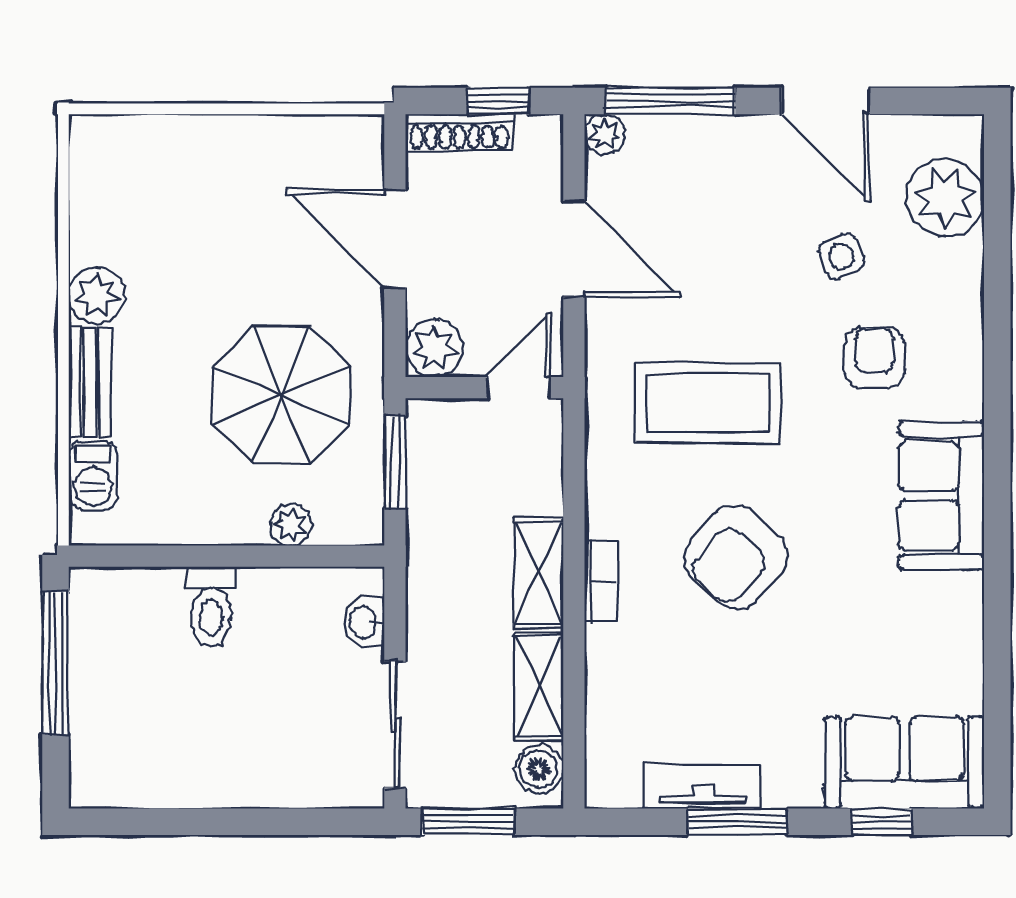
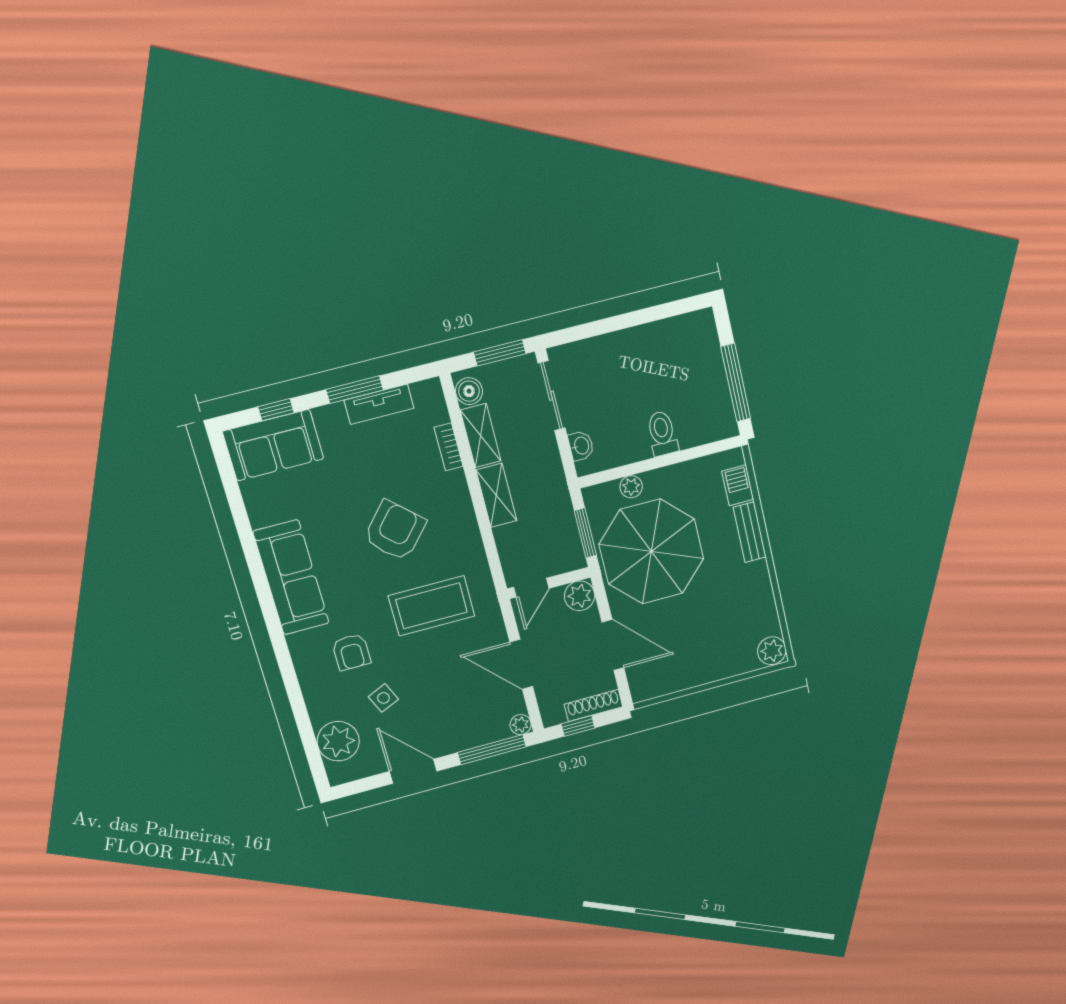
plant: (97, 295) -> (772, 651), moved
parasol: (281, 395) -> (651, 552), width x1.36, depth x1.36
sofa: (941, 496) -> (291, 577), width x1.36
bookcase: (601, 581) -> (449, 447), moved

